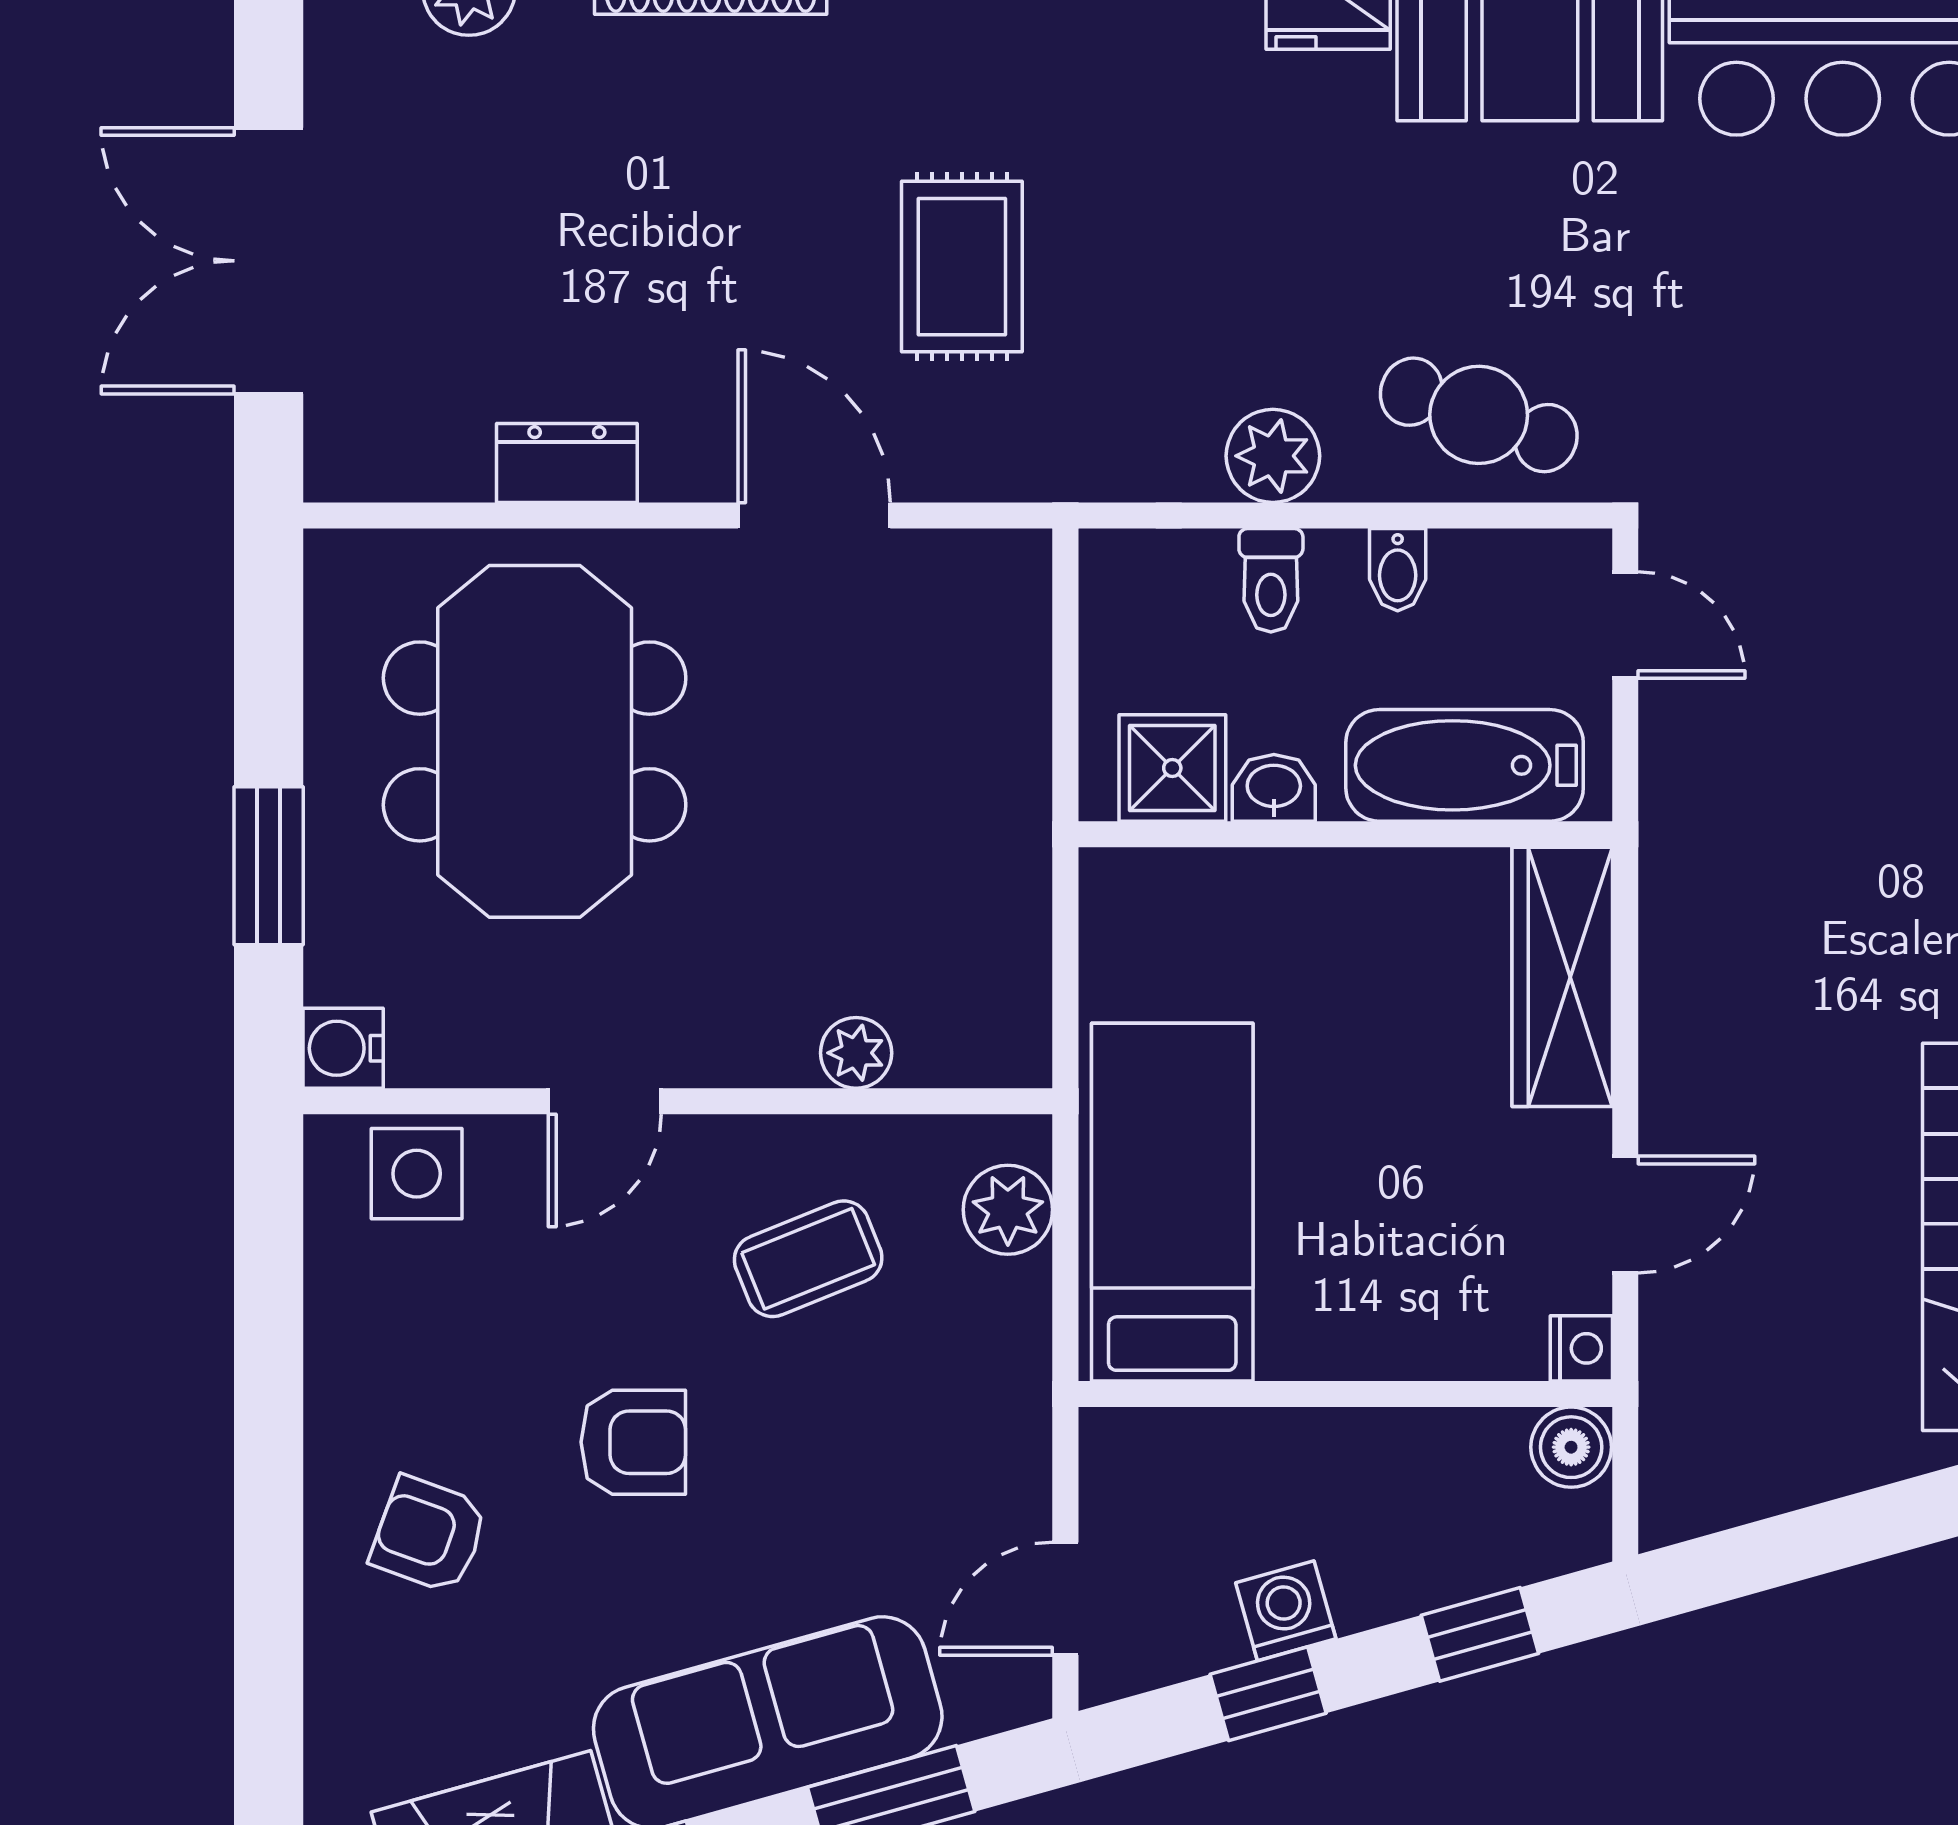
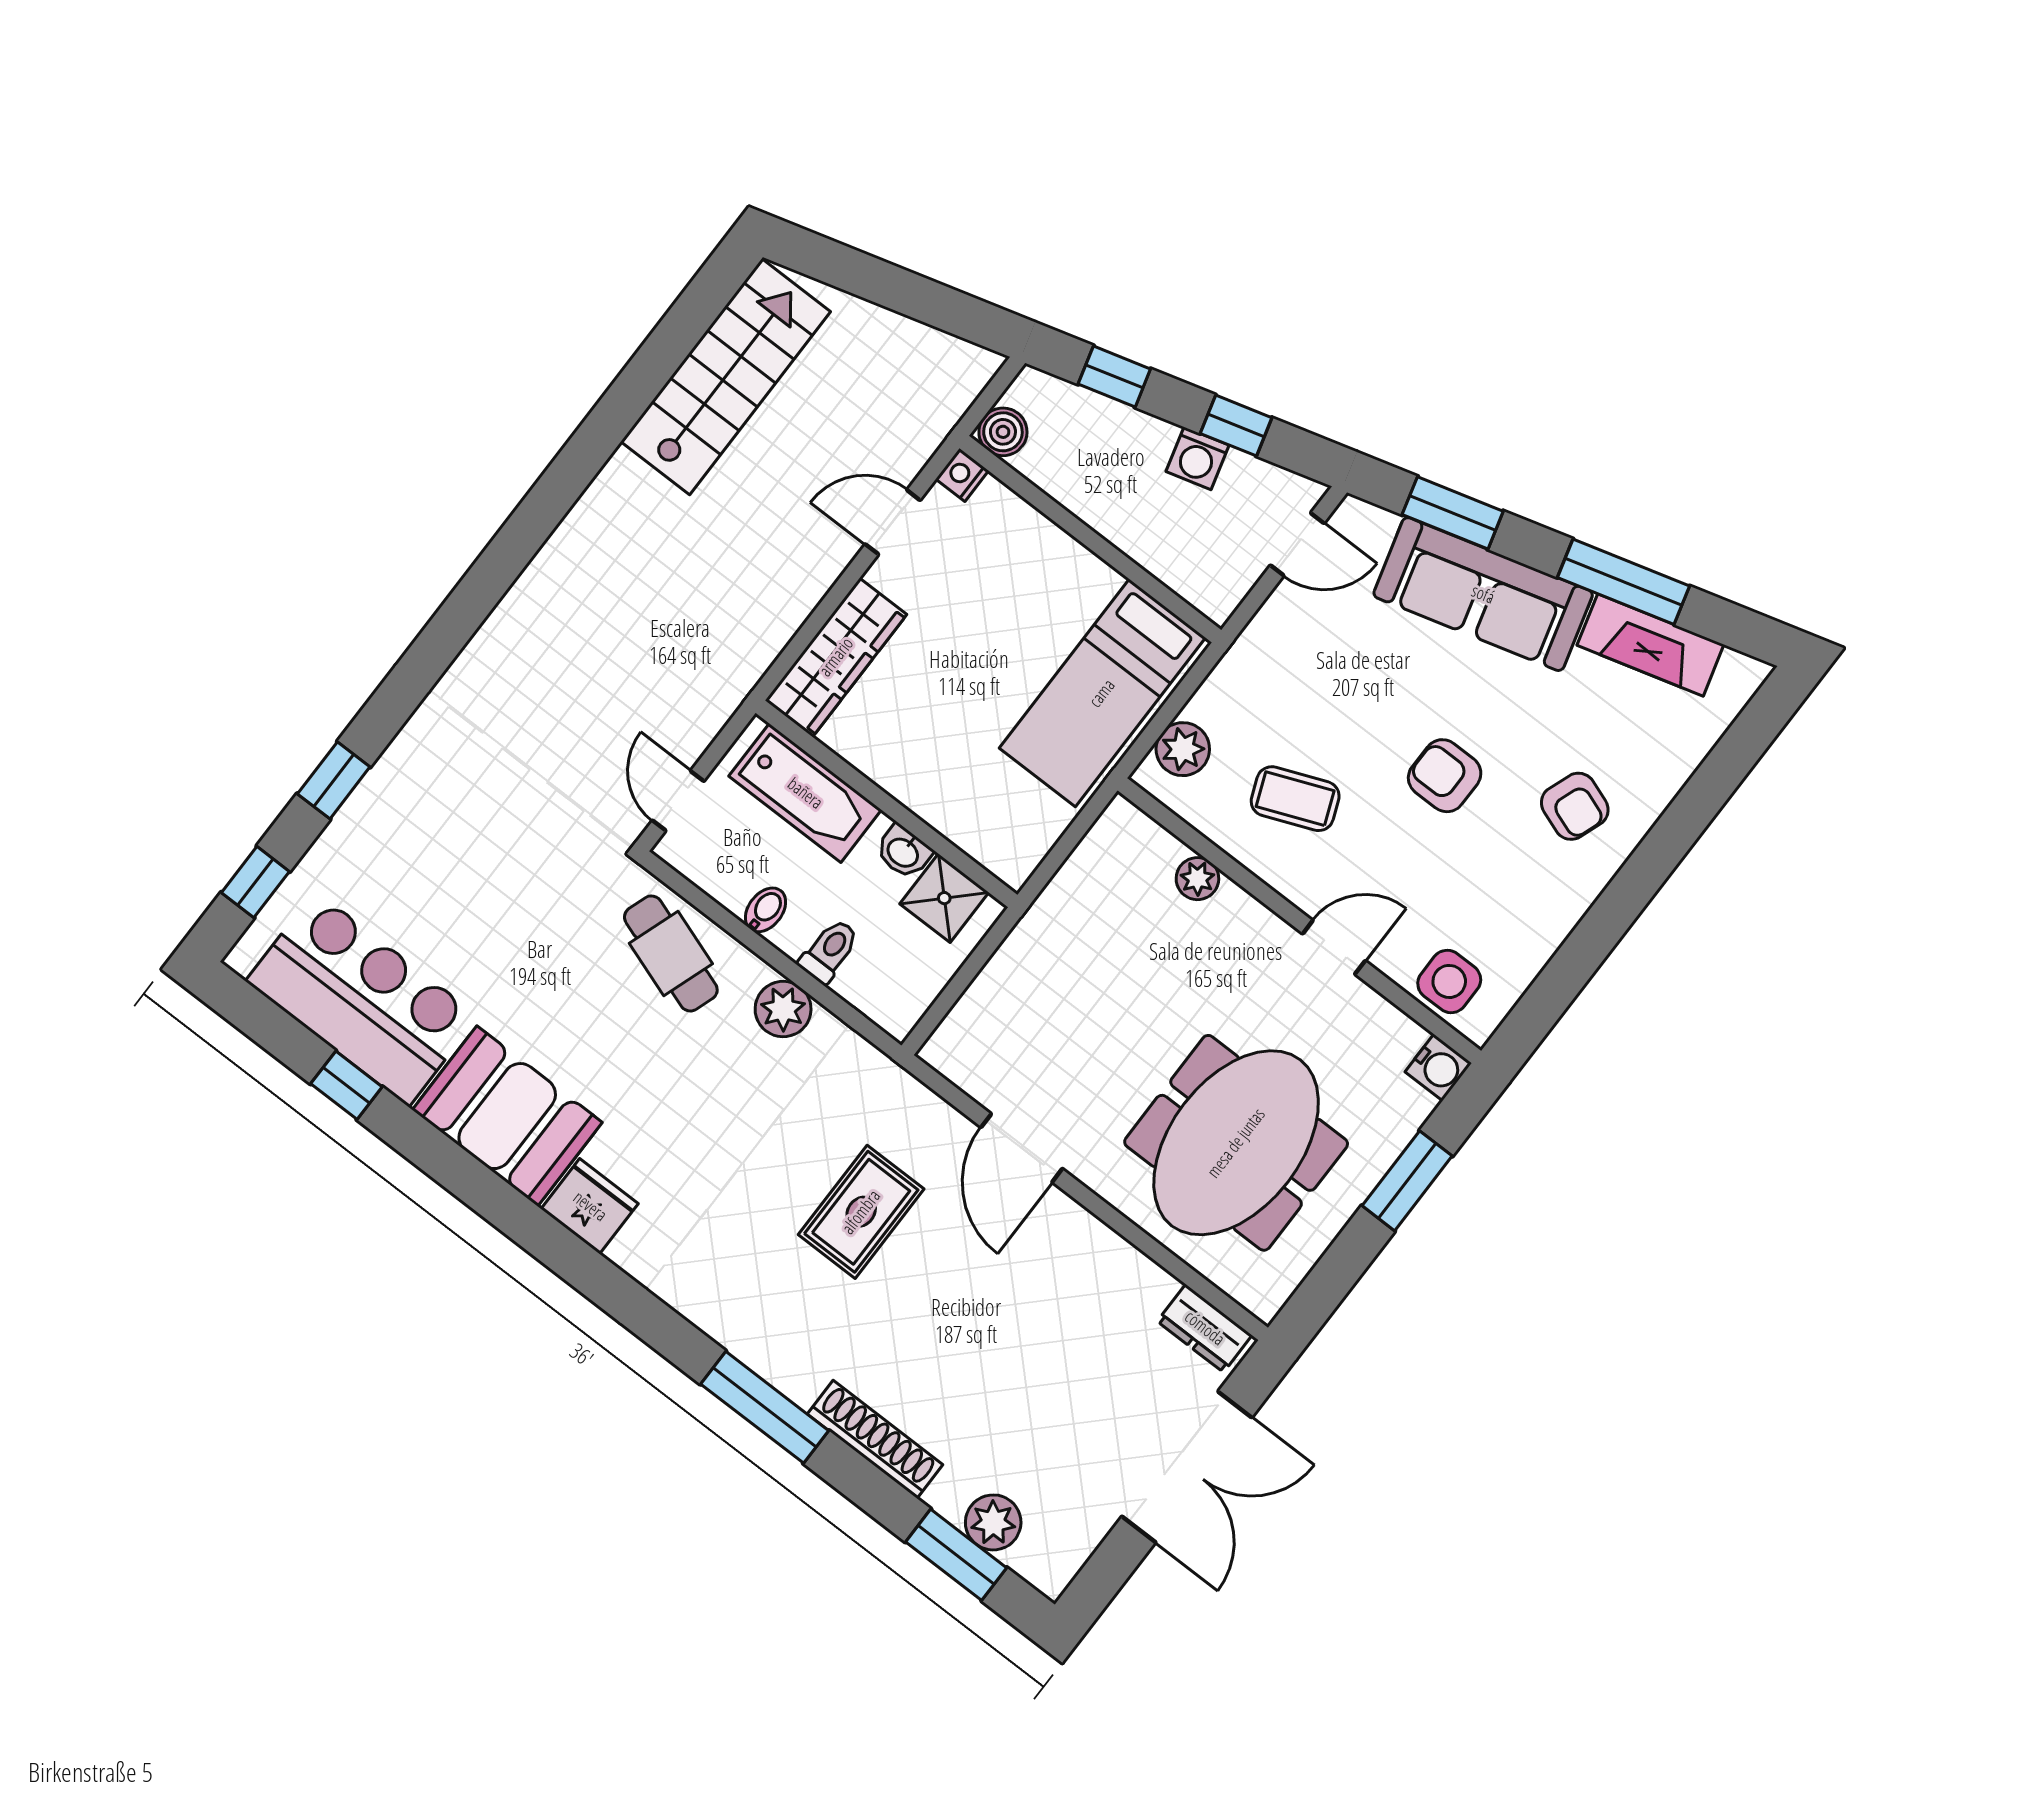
dresser: (567, 463) -> (1205, 1328), moved

